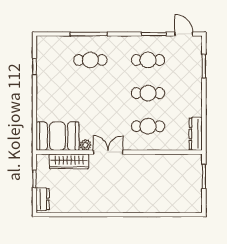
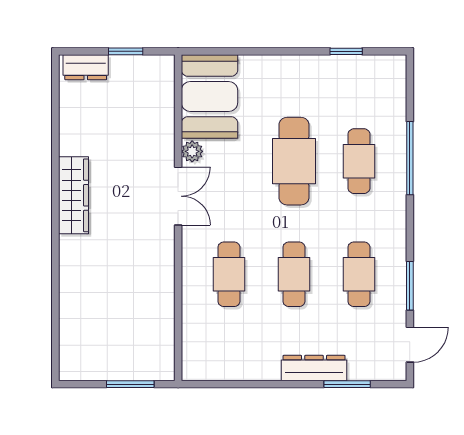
cafe table: (90, 93) -> (294, 161), added
dresser: (196, 134) -> (314, 368), moved
wardrobe: (69, 161) -> (74, 195), moved, turned 180

